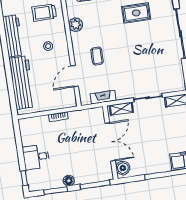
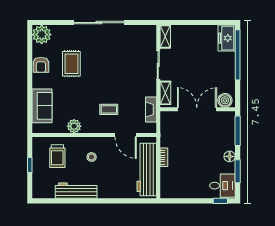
workbench: (22, 83) -> (147, 169), moved, turned -90
desk: (36, 157) -> (222, 186), moved, turned -90

